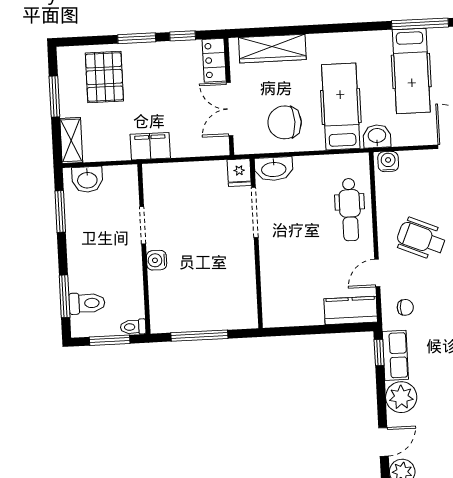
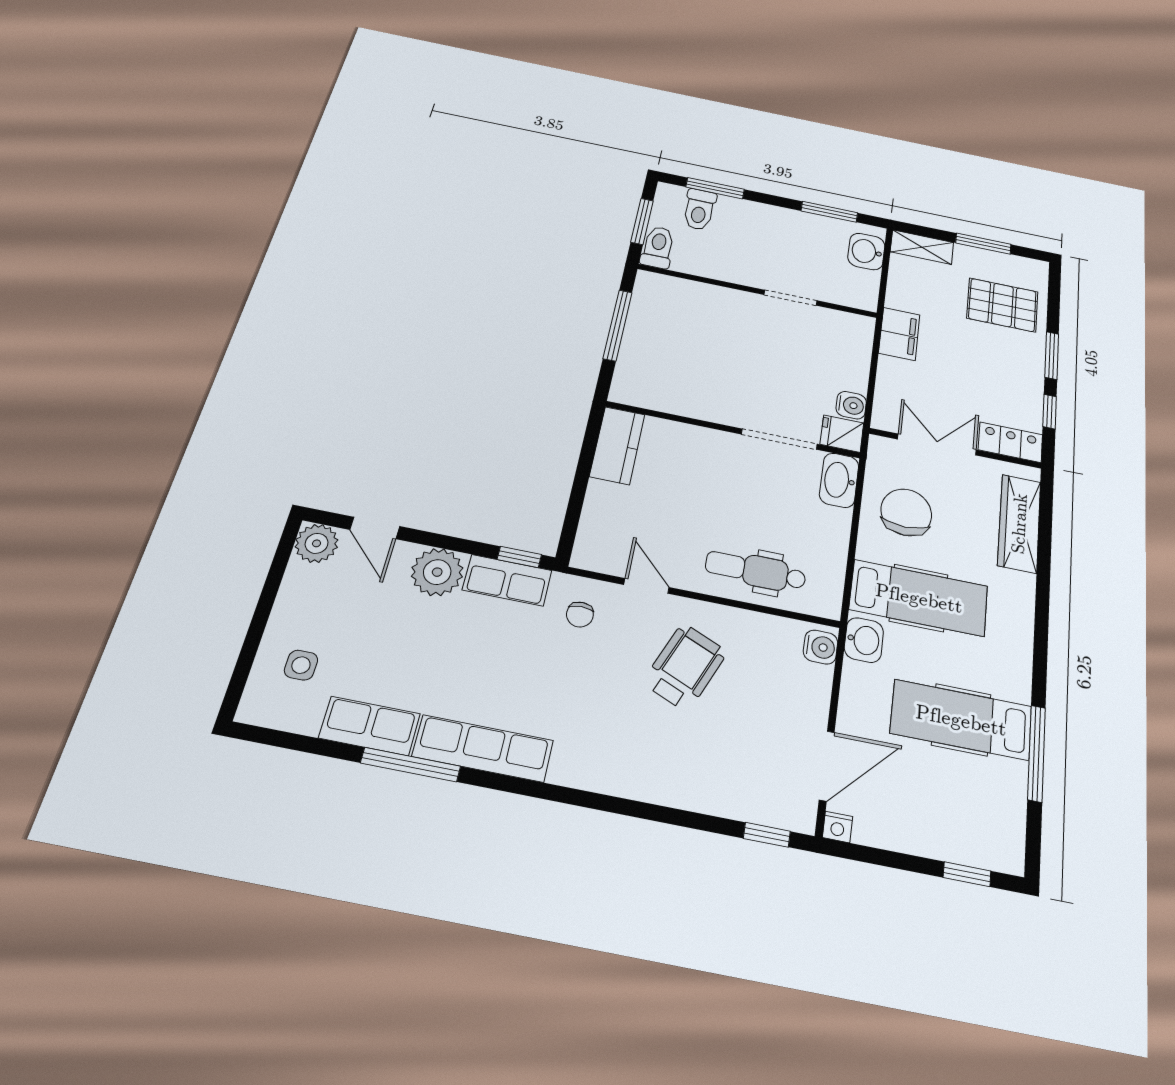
water cooler: (157, 260) -> (851, 405), moved, turned 90
kitchen counter: (351, 310) -> (617, 445), moved
toilet: (133, 327) -> (658, 247), width x1.37, depth x1.39

